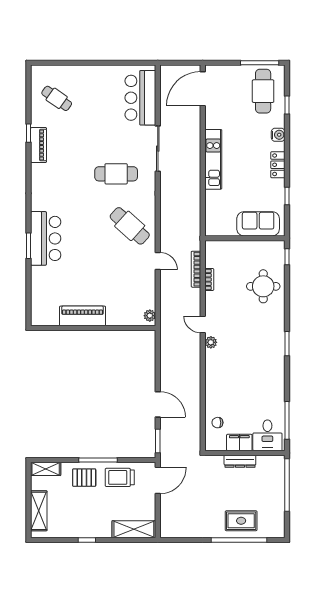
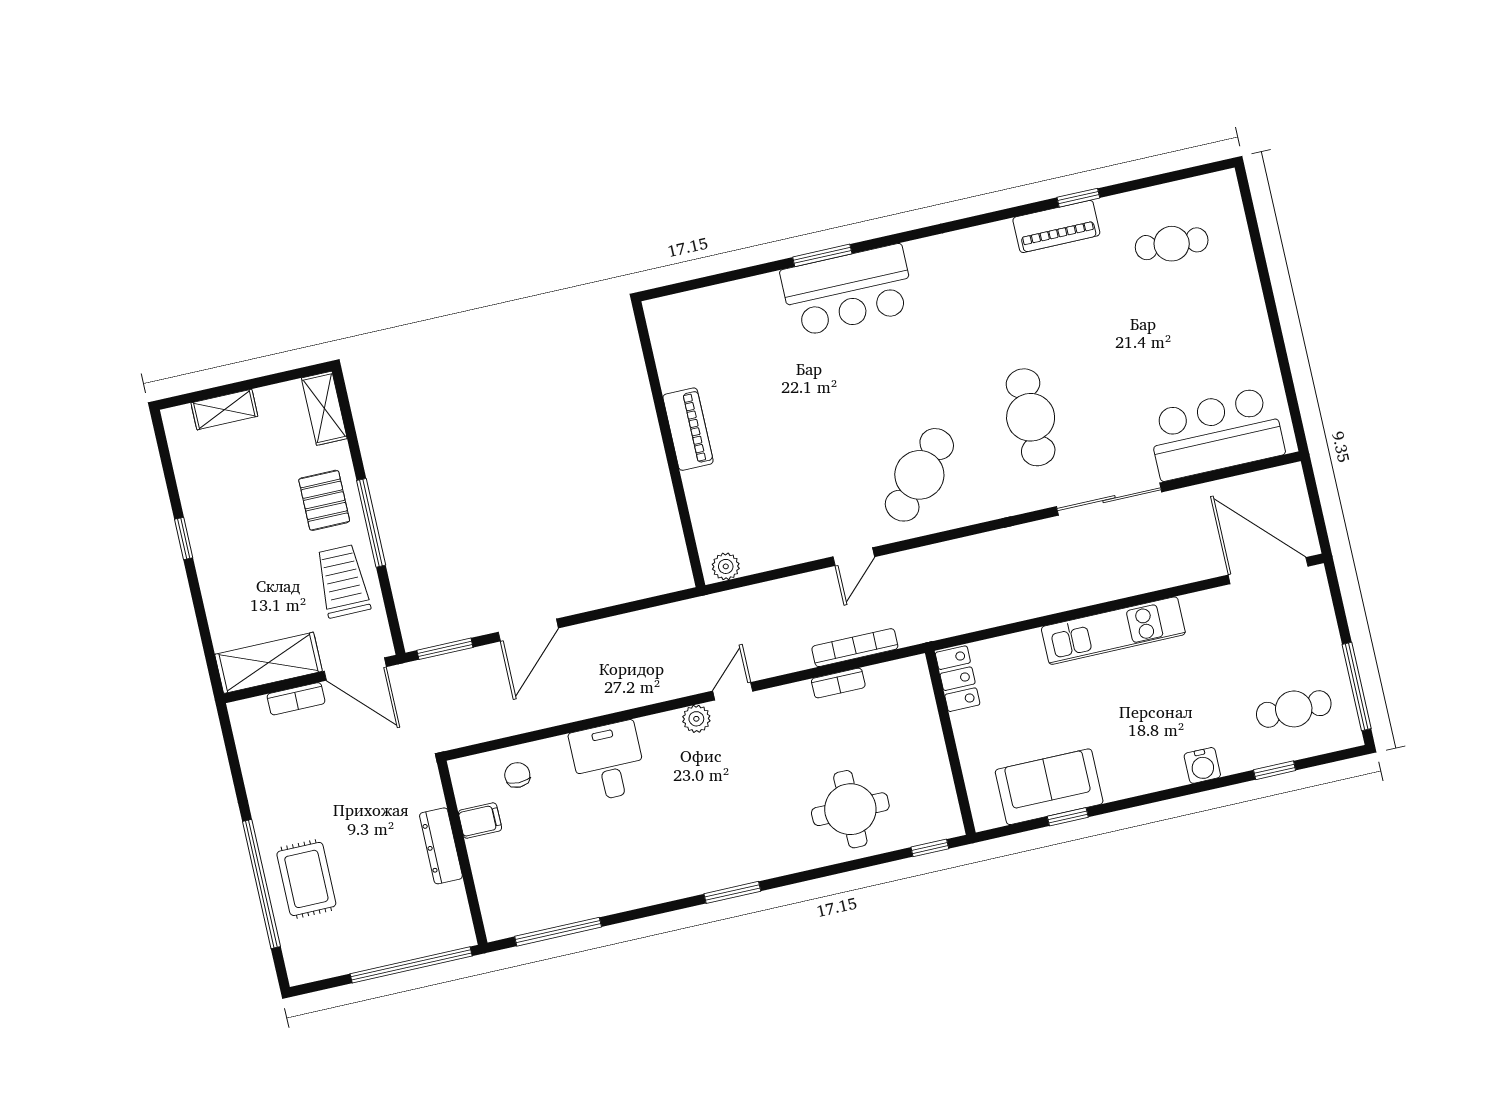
cafe table: (263, 91) -> (1294, 709), width x0.73, depth x0.74
cafe table: (57, 98) -> (1172, 244), turned 59
locker: (278, 165) -> (958, 679), moved, turned 90
sofa: (258, 224) -> (1049, 787), moved, turned -90
piano: (83, 316) -> (688, 429), width x0.73, depth x0.75
desk: (267, 435) -> (608, 761), moved, turned 90
filing cabinet: (239, 443) -> (480, 821), width x0.50
bookcase: (165, 508) -> (296, 699), added
shelving: (39, 511) -> (224, 410), width x0.67, depth x0.75
shelving: (134, 529) -> (268, 663), moved, turned 90

